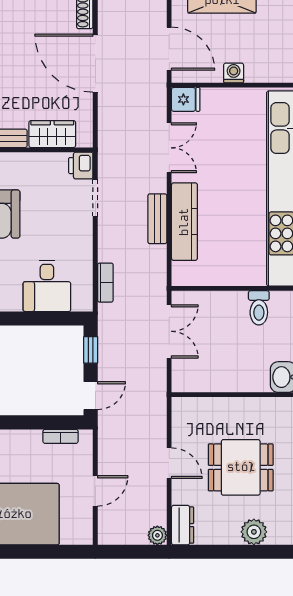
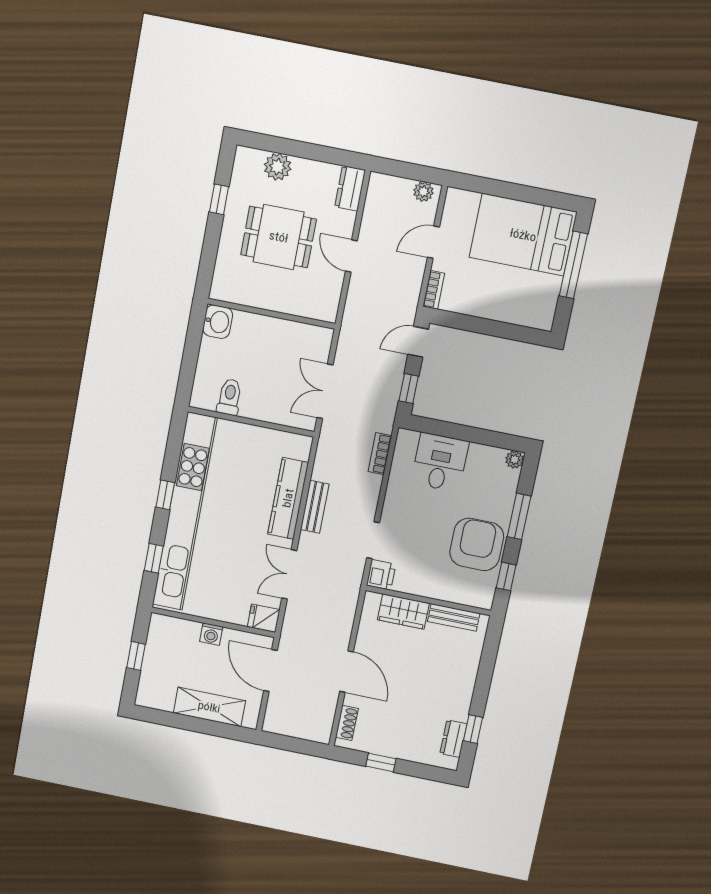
door: (95, 63) -> (346, 672), width x0.73
bookcase: (60, 436) -> (434, 290), moved, turned 90
plant: (157, 535) -> (423, 192), moved

